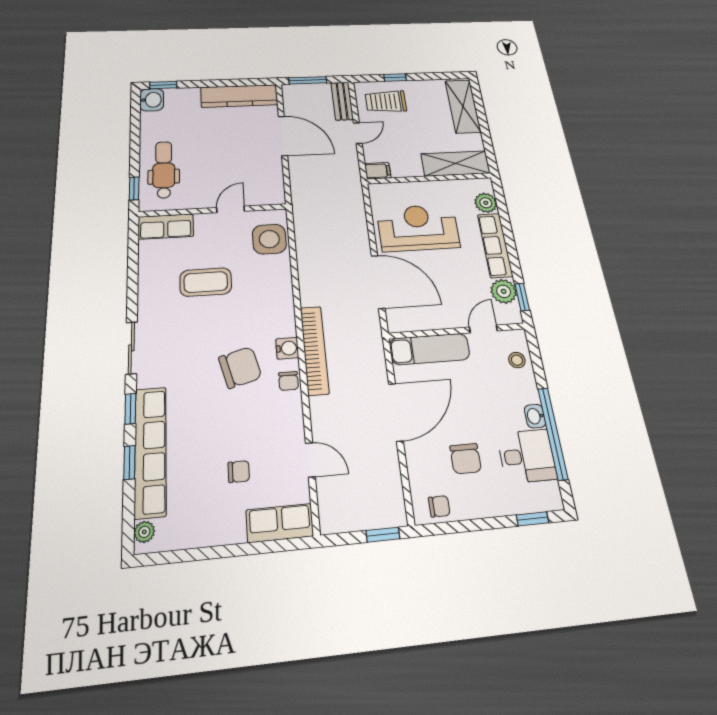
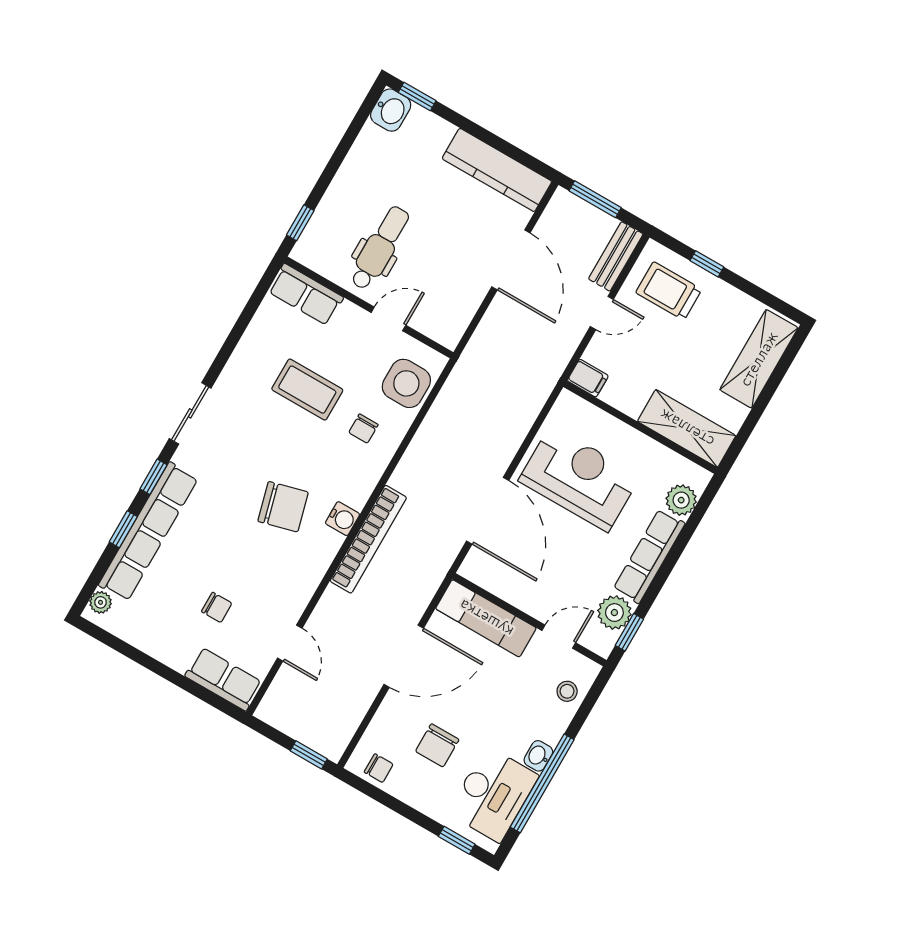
dental chair: (164, 170) -> (380, 248), moved
chair: (289, 381) -> (363, 429), moved
desk: (527, 456) -> (493, 794), width x1.37

